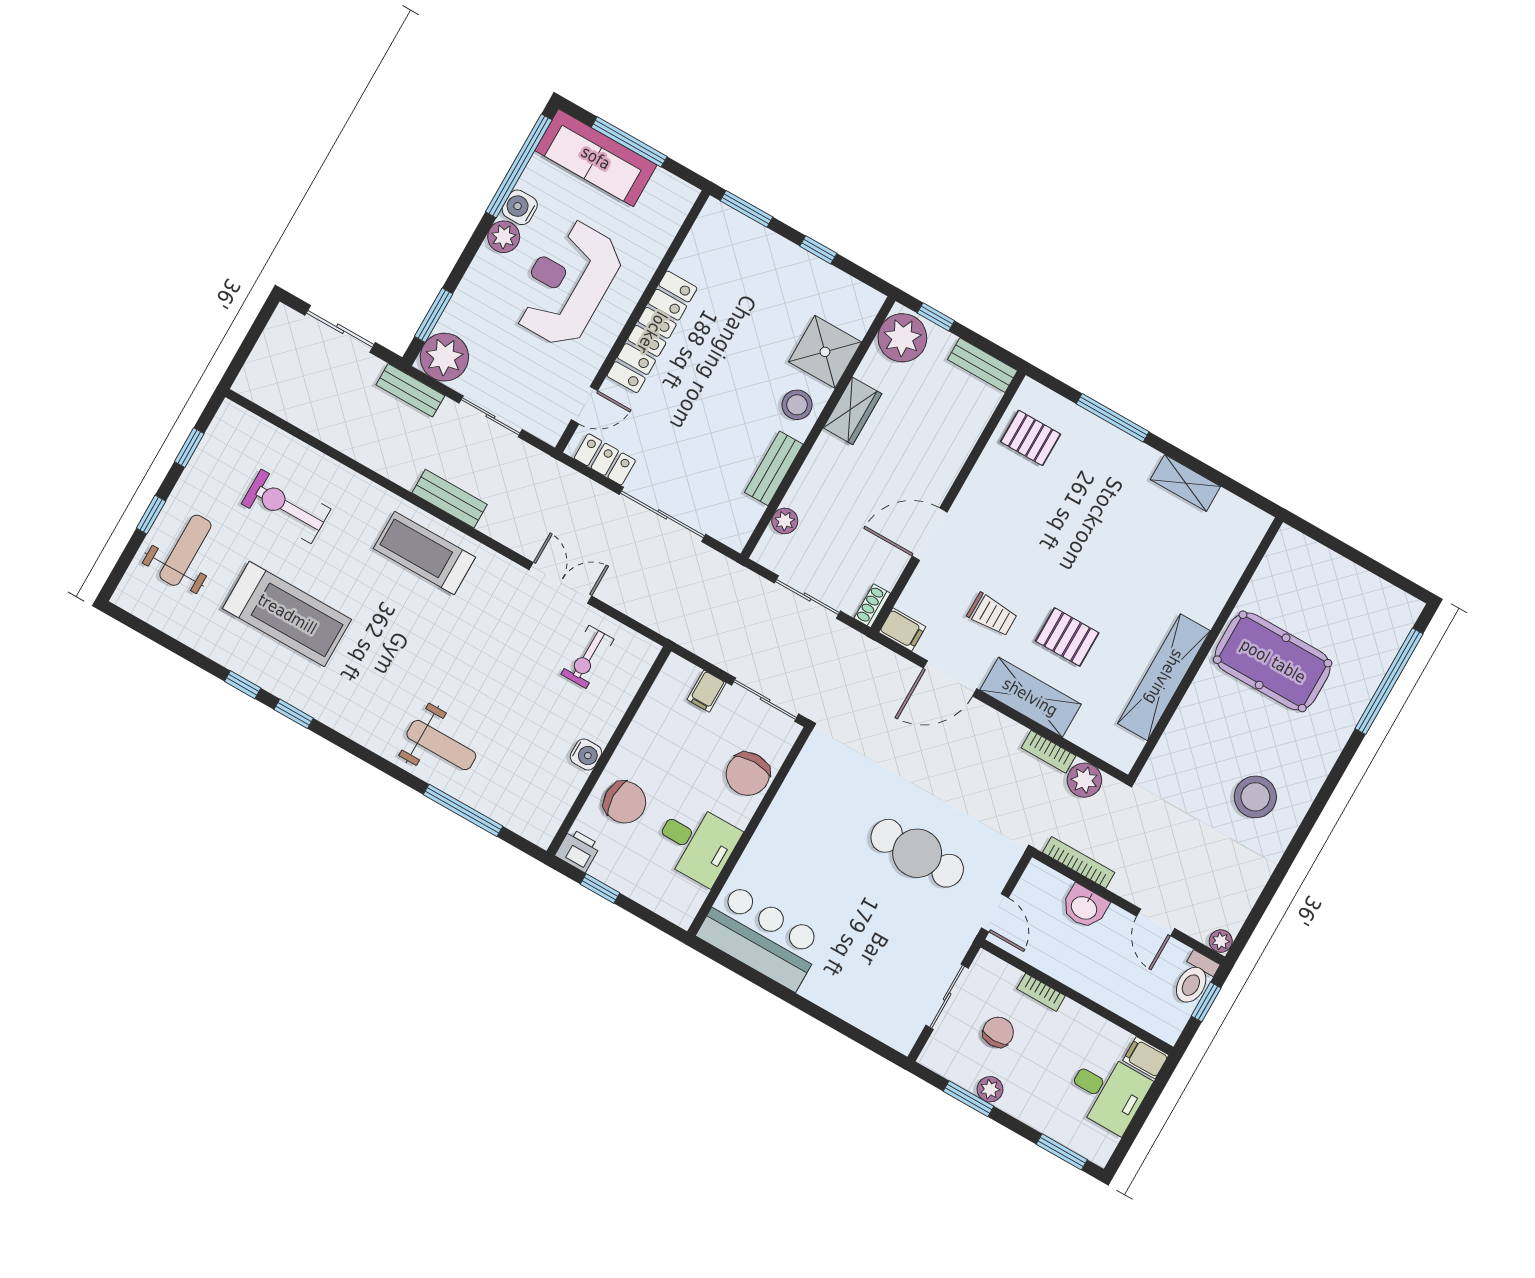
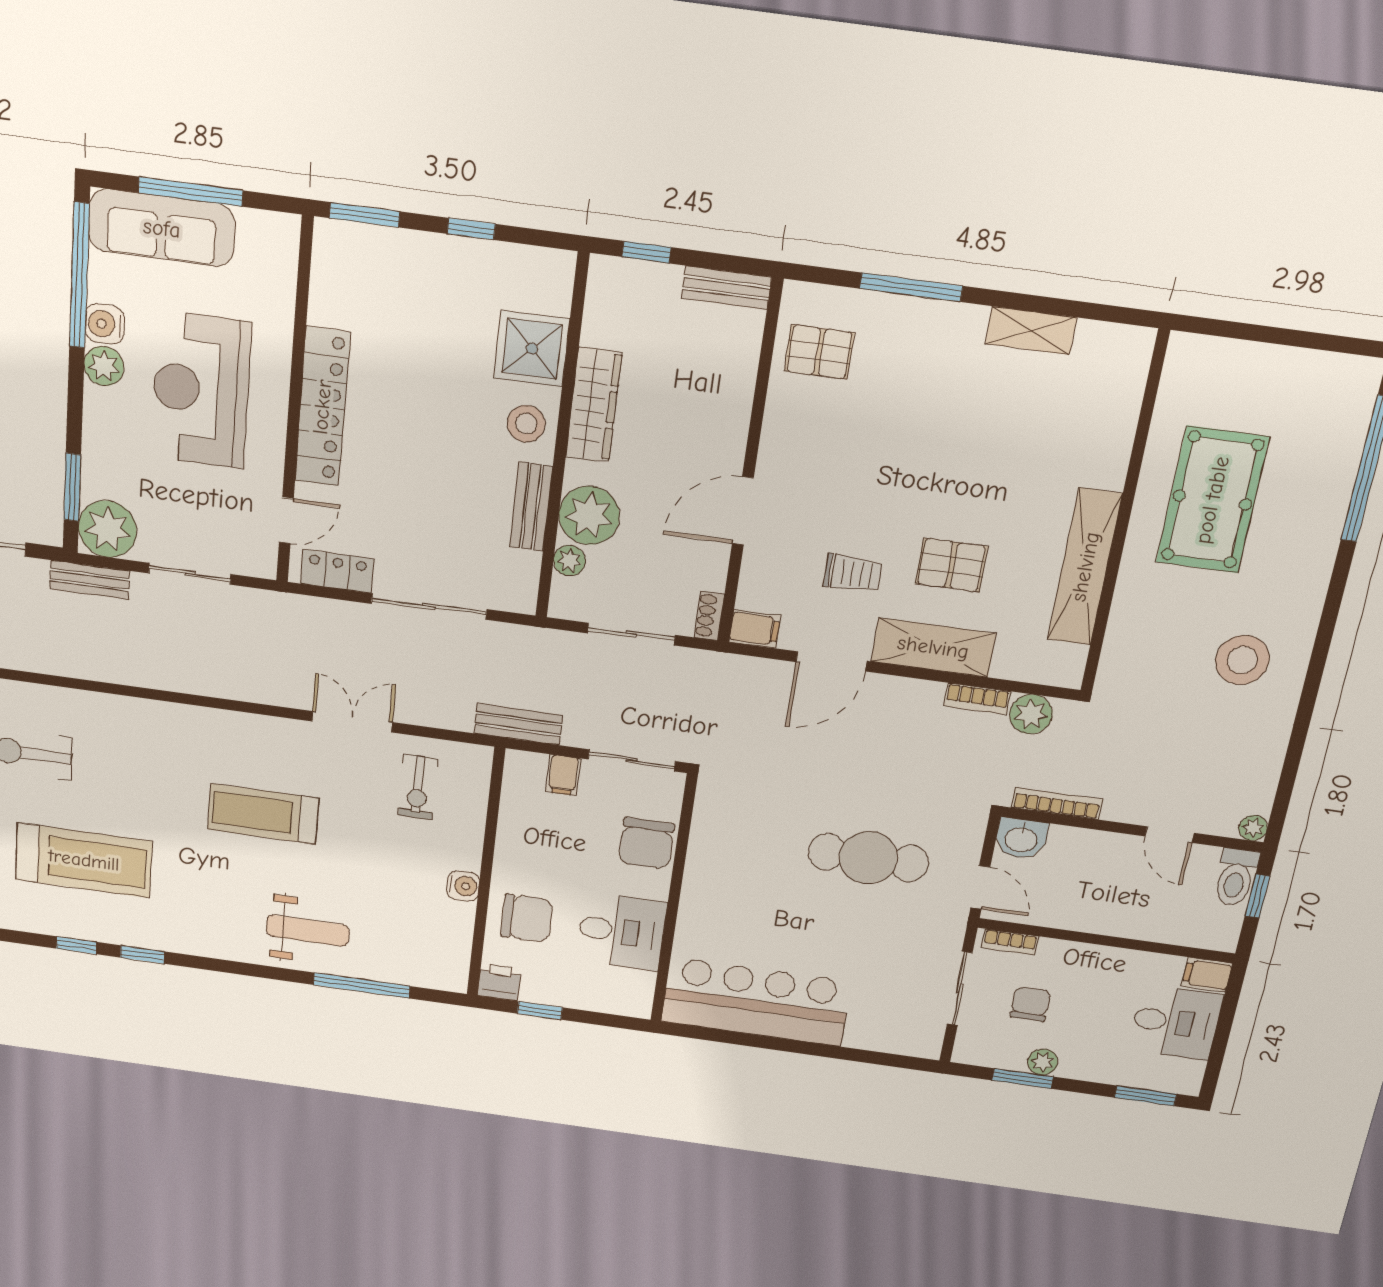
plant: (902, 338) -> (589, 515), moved
wardrobe: (852, 411) -> (594, 405), width x1.50
bench: (450, 499) -> (518, 724), moved
treadmill: (424, 553) -> (263, 814), moved
pool table: (1273, 661) -> (1212, 500), turned 90
washbasin: (1085, 907) -> (1021, 839), moved
bar counter: (761, 937) -> (756, 1002), width x1.36
bookcase: (1041, 992) -> (1010, 942), moved

